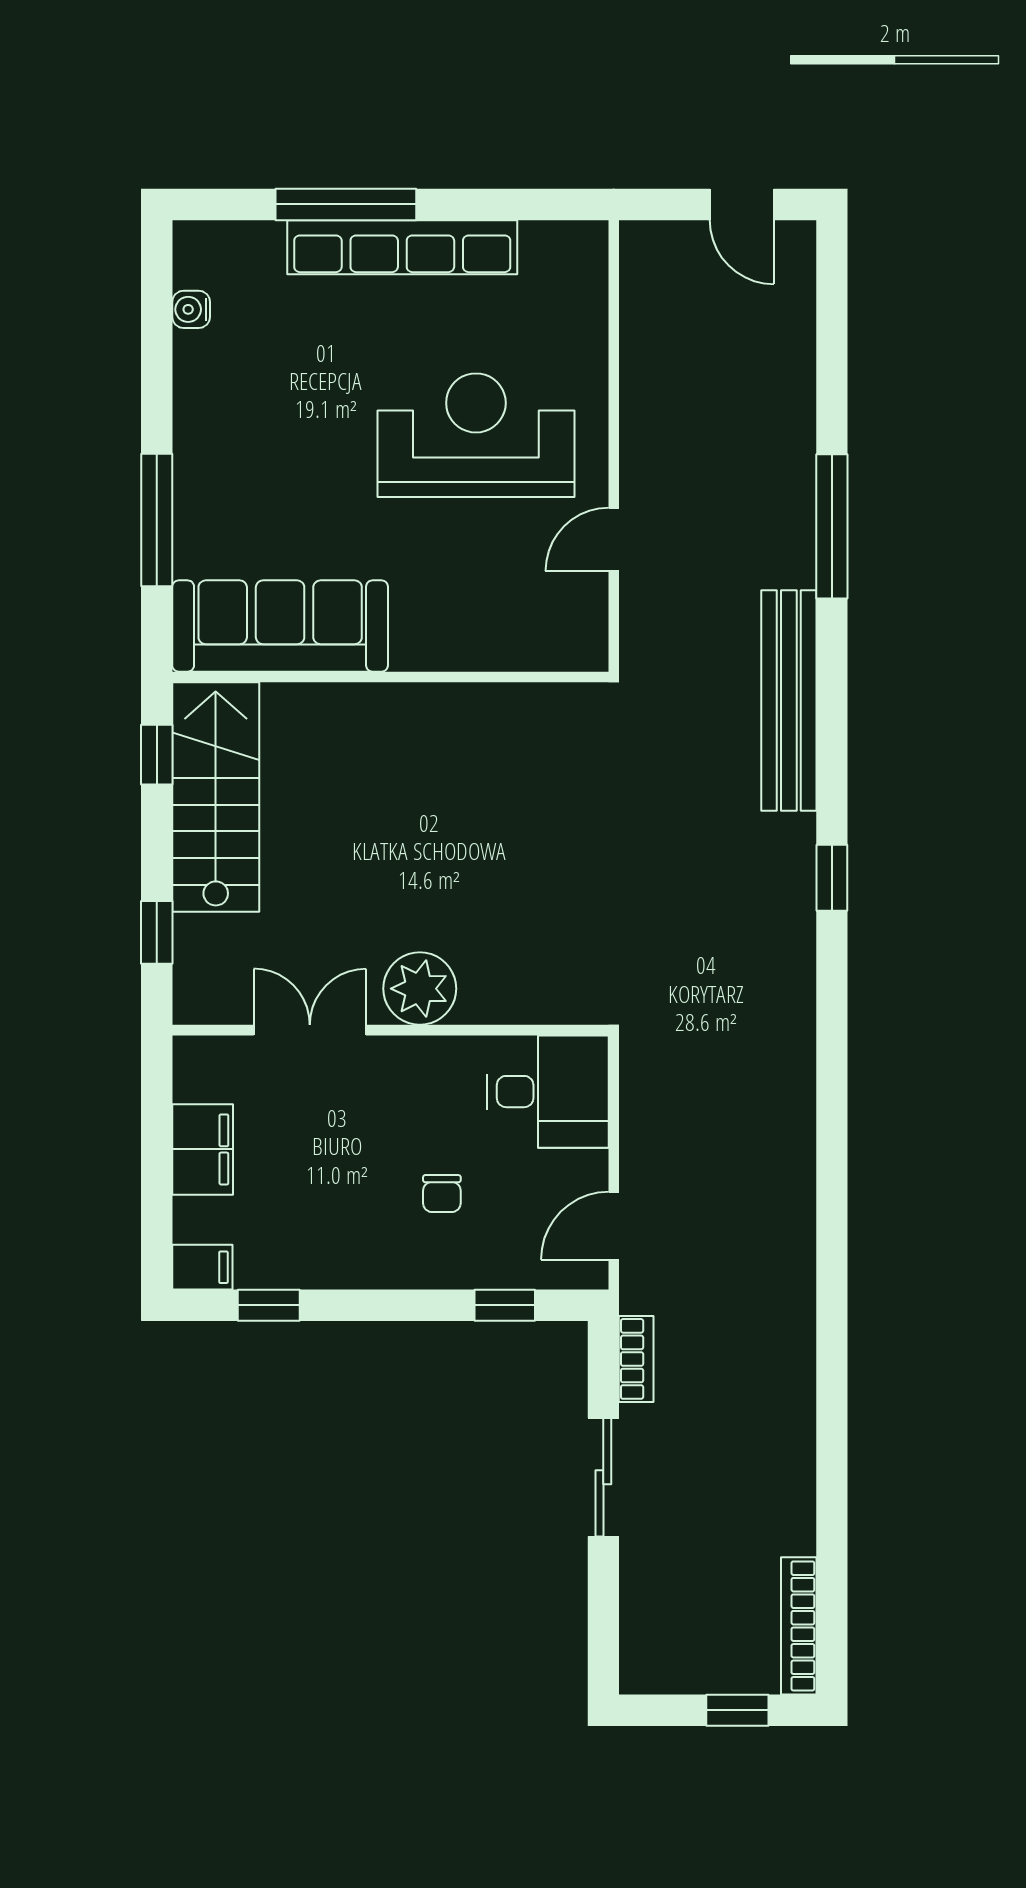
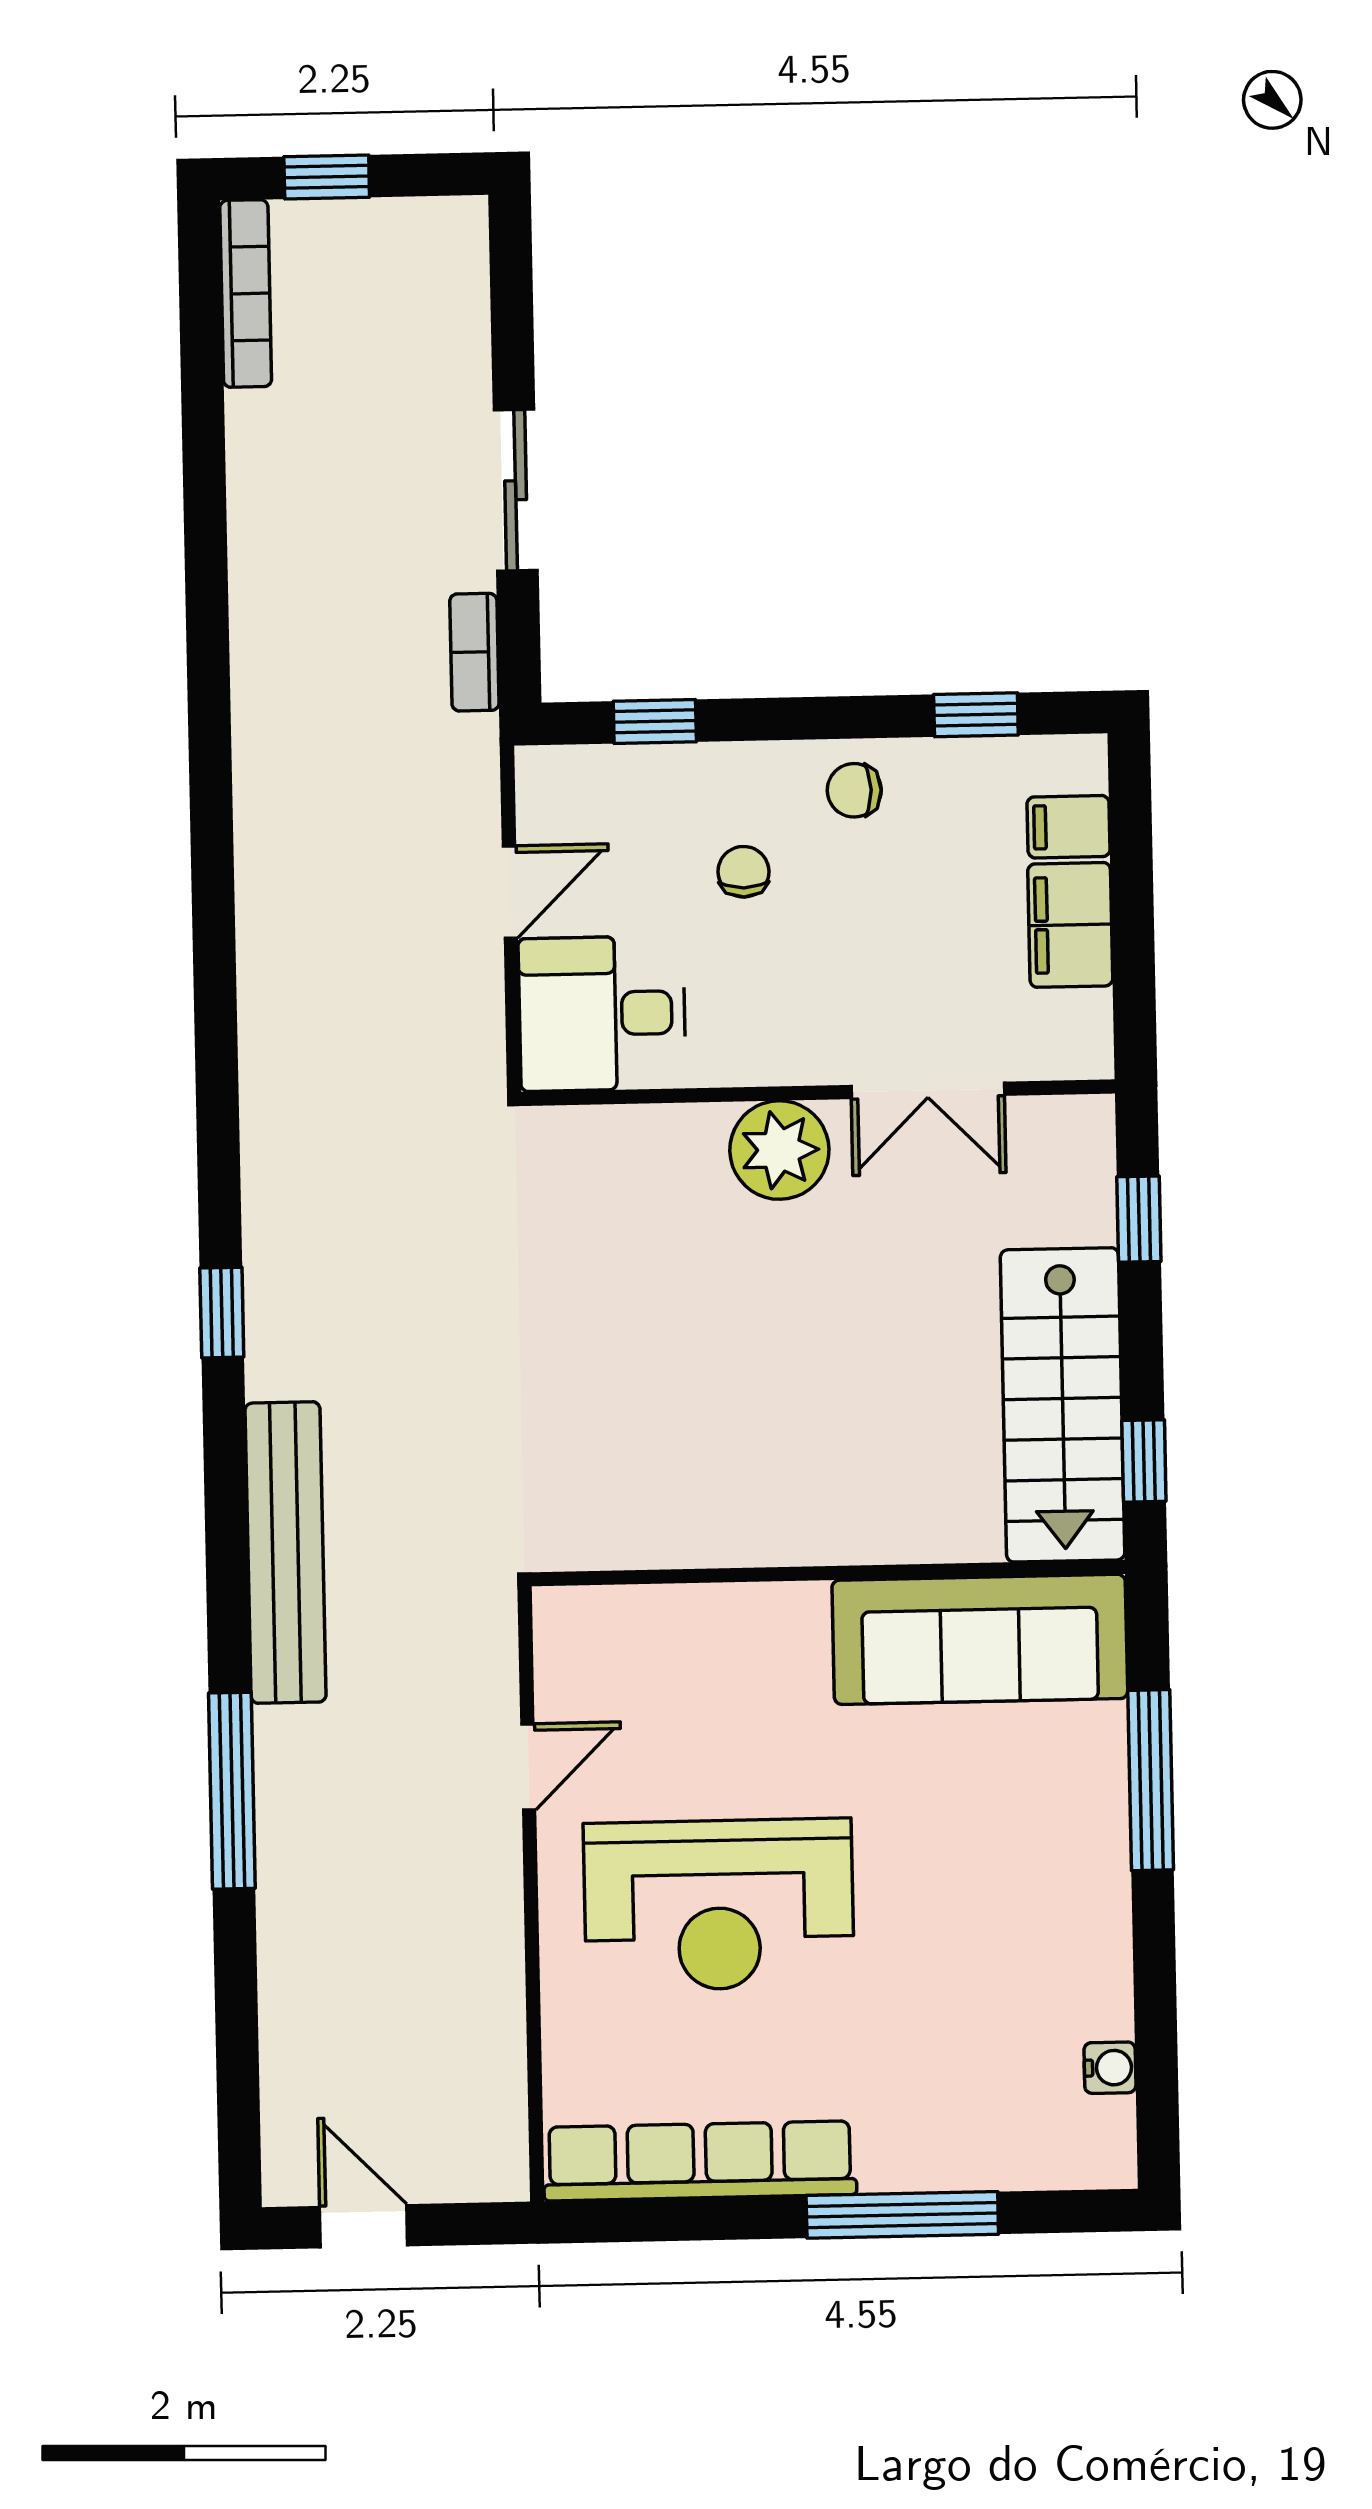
row of seats: (402, 247) -> (700, 2161), moved
door: (614, 1226) -> (510, 892), moved
chair: (359, 1252) -> (854, 790), added
filing cabinet: (202, 1267) -> (1069, 827), moved

